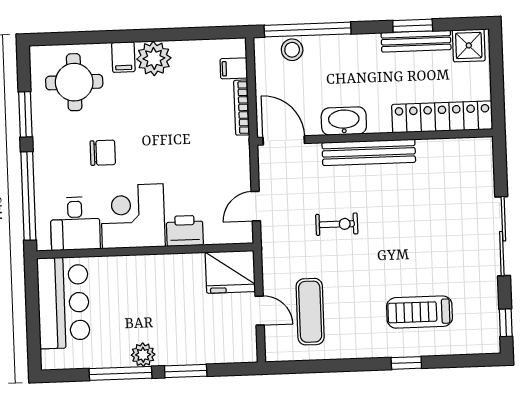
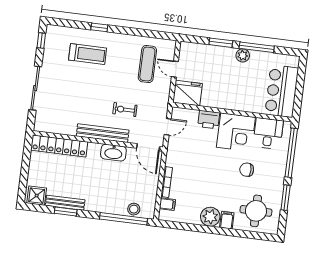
locker: (442, 117) -> (59, 146), moved
washbasin: (344, 121) -> (113, 153), moved
wall: (375, 137) -> (98, 141), moved
door: (284, 140) -> (148, 147), moved
bench: (369, 152) -> (103, 133), moved

